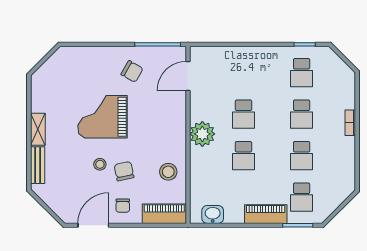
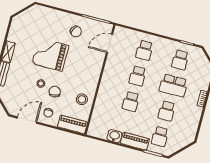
school desk: (243, 73) -> (144, 50), added
school desk: (302, 114) -> (173, 85), width x1.85
plant: (202, 134) -> (109, 81), removed
washbasin: (213, 214) -> (114, 136), moved

